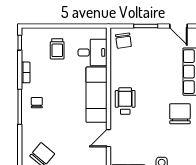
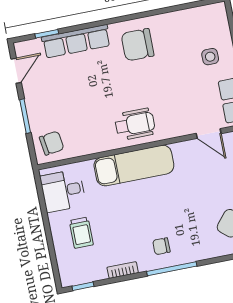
trolley: (57, 49) -> (81, 233), turned 90
desk: (93, 52) -> (63, 191), moved, turned -90
wheelchair: (125, 101) -> (135, 124), turned 180
door: (109, 138) -> (209, 133), moved

